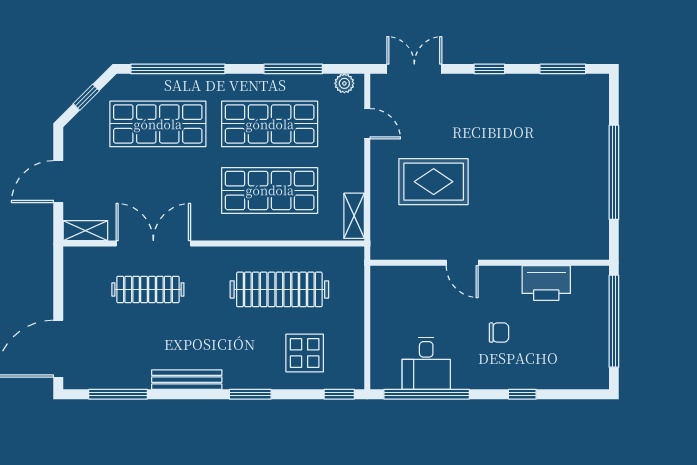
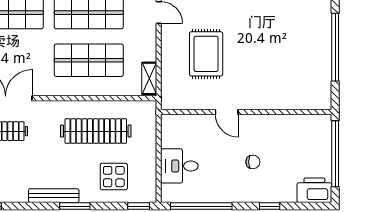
rug: (434, 182) -> (206, 54), turned 90
printer: (546, 283) -> (314, 190), moved, turned 180
desk: (426, 363) -> (179, 166), moved, turned 90
bench: (187, 380) -> (54, 196), moved

